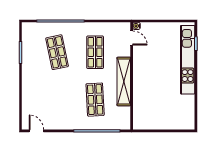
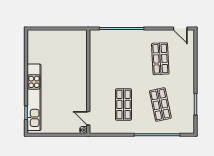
shelving: (124, 81) -> (96, 76), removed
shop shelf: (95, 100) -> (160, 59), moved

